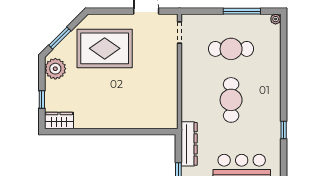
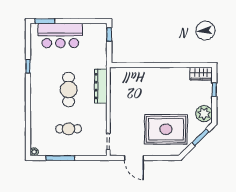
cafe table: (231, 49) -> (69, 129), width x0.73, depth x0.74
dresser: (189, 144) -> (101, 86), moved

